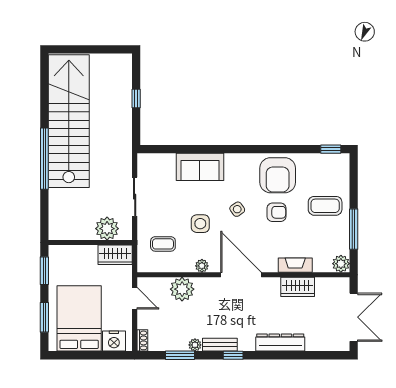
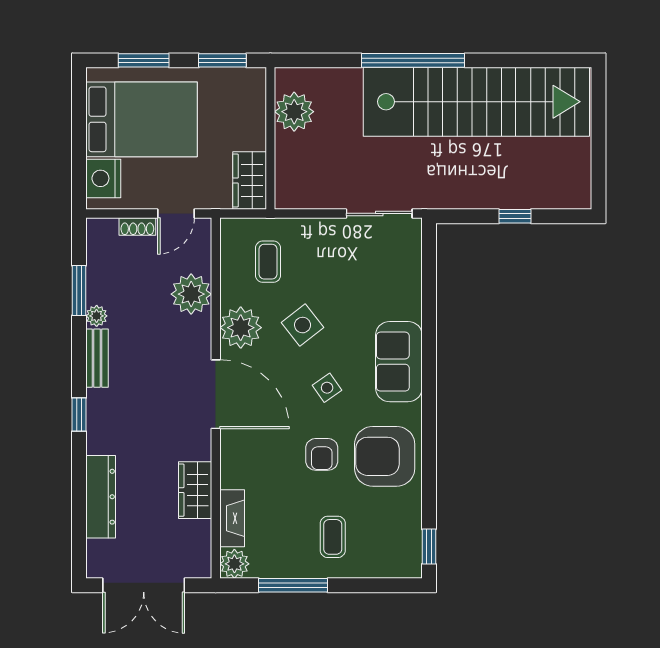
sofa: (200, 167) -> (399, 362), moved
sliding door: (135, 197) -> (379, 213), moved
coffee table: (325, 206) -> (333, 537), width x0.73, depth x0.77
side table: (200, 224) -> (303, 325), turned -38
plant: (107, 229) -> (294, 112), moved
fireplace: (295, 265) -> (232, 518), moved
plant: (202, 266) -> (241, 328), width x1.87, depth x1.87
door: (241, 275) -> (216, 394), hinge flipped
shoe rack: (142, 340) -> (137, 226), moved
dresser: (280, 343) -> (101, 497), moved
window: (233, 355) -> (79, 415), moved

